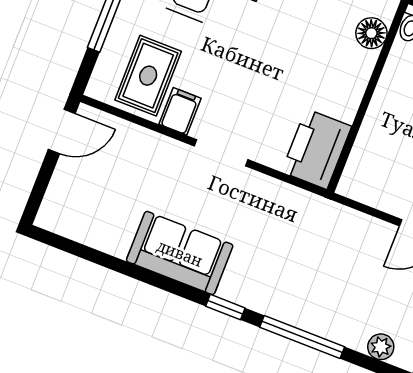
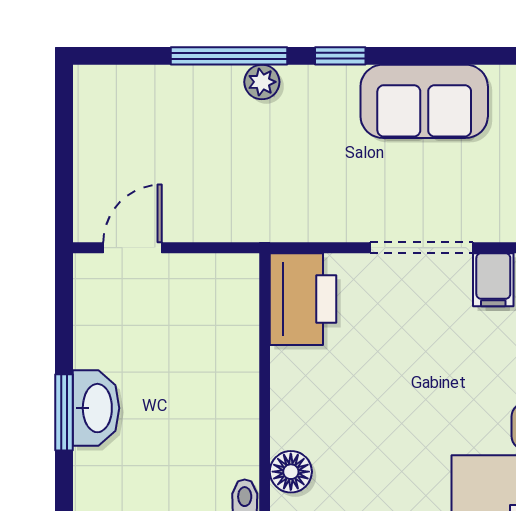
doorway: (221, 153) -> (421, 248), width x1.38
plant: (381, 347) -> (262, 82), moved

